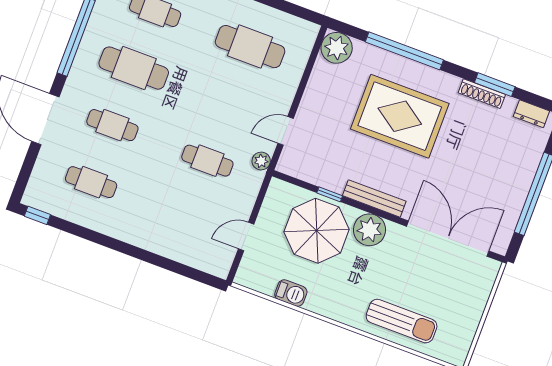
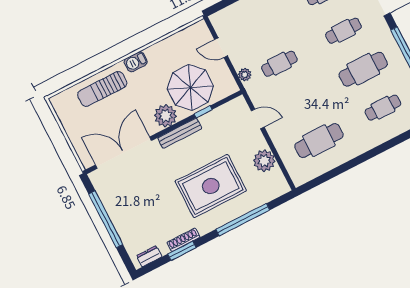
plant: (337, 48) -> (264, 161), moved
door: (286, 131) -> (258, 119), hinge flipped
plant: (261, 161) -> (245, 75), moved
door: (246, 236) -> (221, 48), swing flipped
double door: (448, 239) -> (124, 153), swing flipped
barbecue: (291, 293) -> (136, 62), moved

